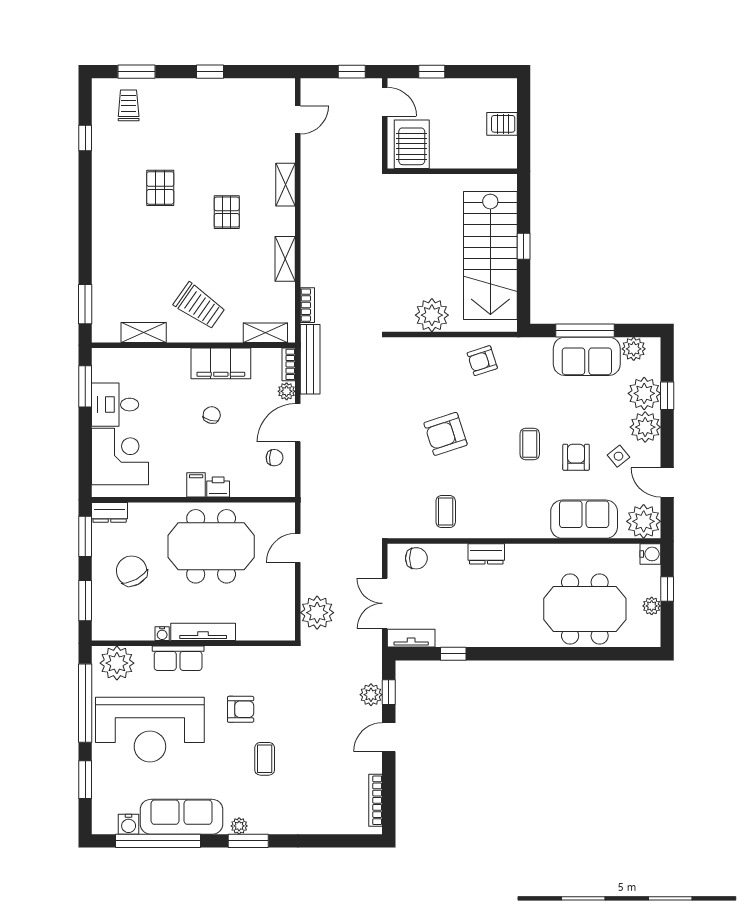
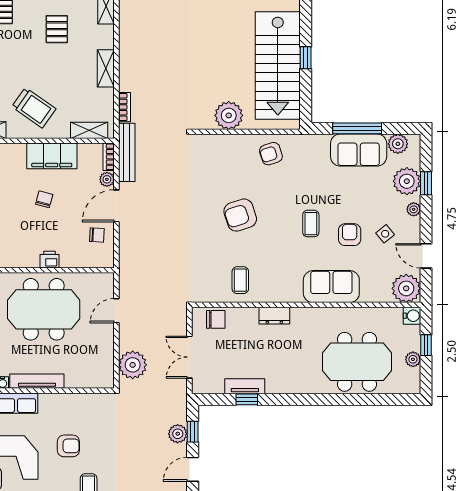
plant: (645, 427) -> (414, 209), width x0.53, depth x0.53
filing cabinet: (196, 485) -> (31, 258), removed
sofa: (584, 519) -> (331, 287), moved
tv unit: (411, 638) -> (245, 386), moved

